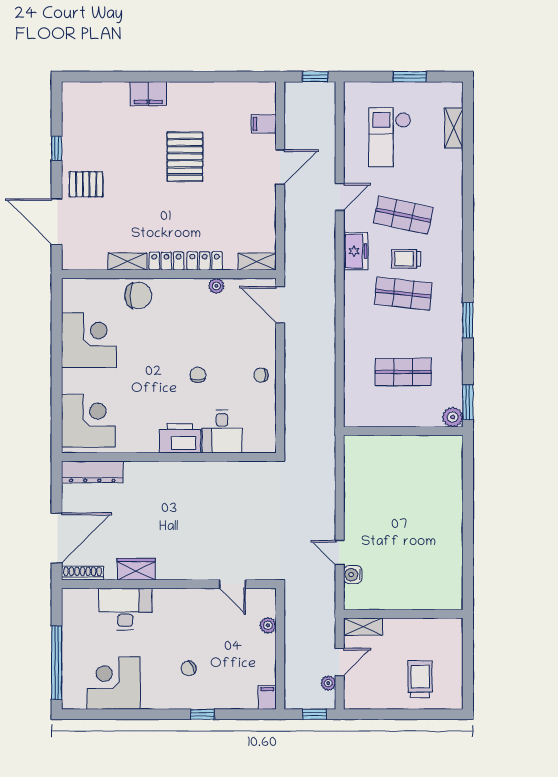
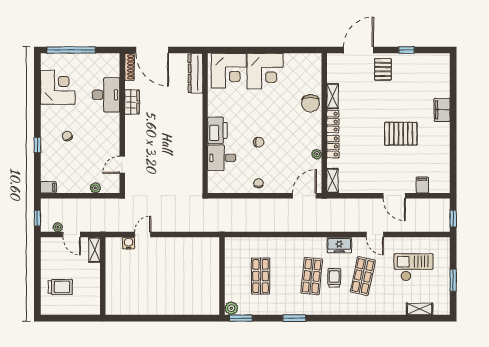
corner desk: (89, 340) -> (265, 71), moved

